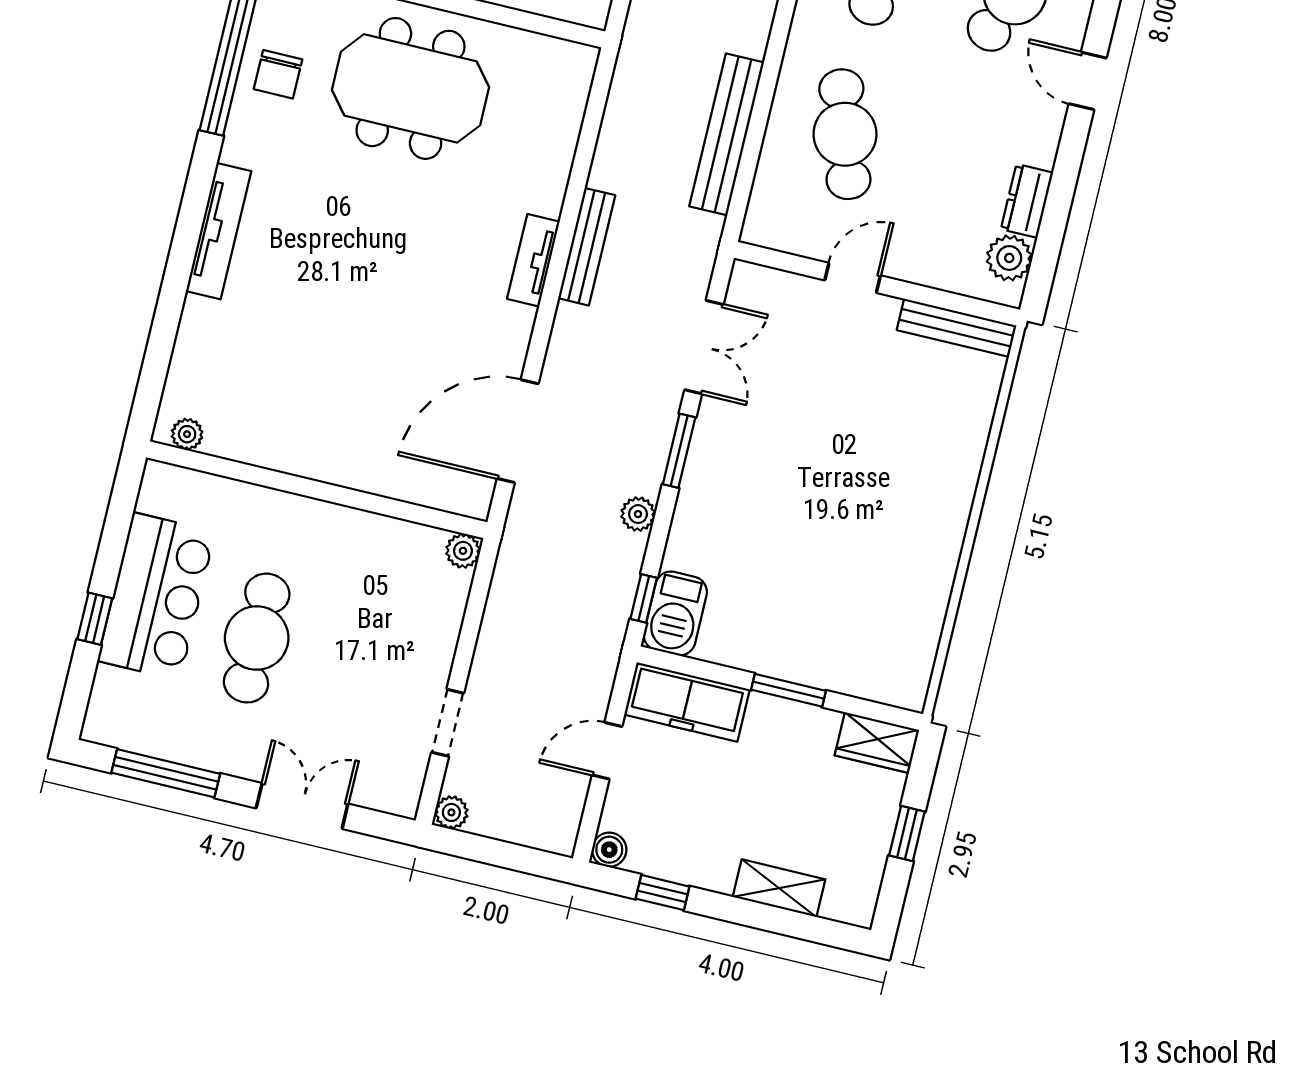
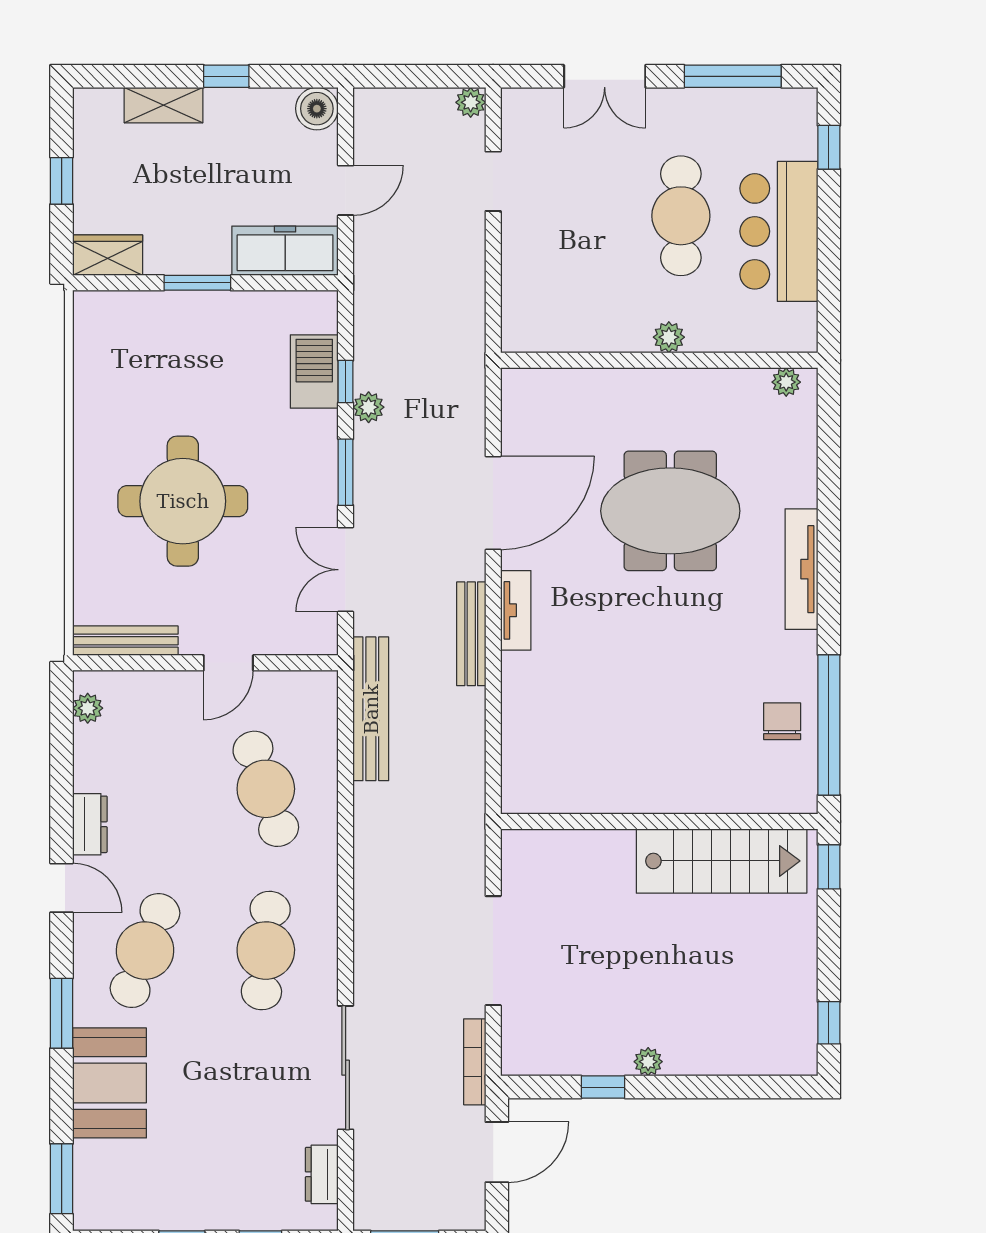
meeting table: (410, 88) -> (670, 511), moved
bench: (727, 134) -> (371, 709), moved
dresser: (1027, 201) -> (90, 824), moved
plant: (1009, 258) -> (88, 708), width x0.73, depth x0.73
door: (518, 431) -> (493, 503), moved
round table: (860, 462) -> (183, 501), added
plant: (463, 551) -> (669, 337), moved
window: (644, 598) -> (346, 382), moved
barbecue: (675, 613) -> (314, 372), moved
window: (95, 619) -> (829, 147), moved
boiler: (609, 850) -> (317, 109), width x1.36, depth x1.36
window: (663, 893) -> (226, 76), moved

